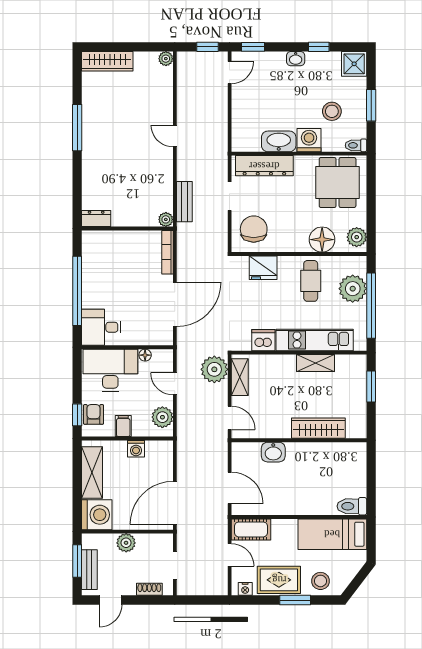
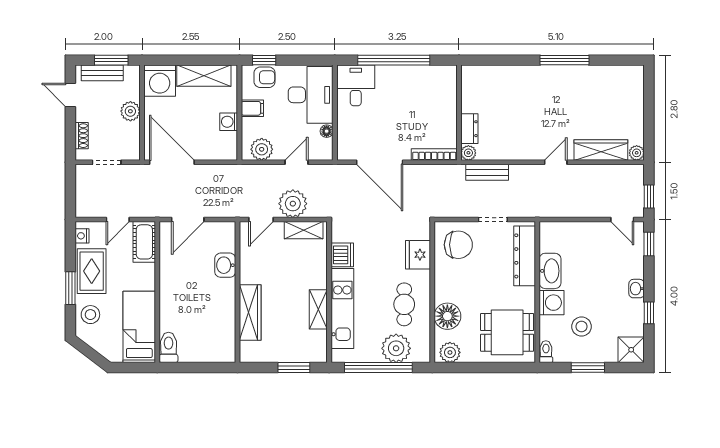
wardrobe: (107, 61) -> (601, 150), moved, turned 90
dresser: (96, 219) -> (469, 129), moved
cafe table: (311, 281) -> (404, 304), turned 90
plant: (214, 369) -> (293, 204), moved

